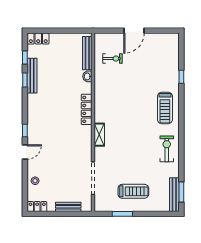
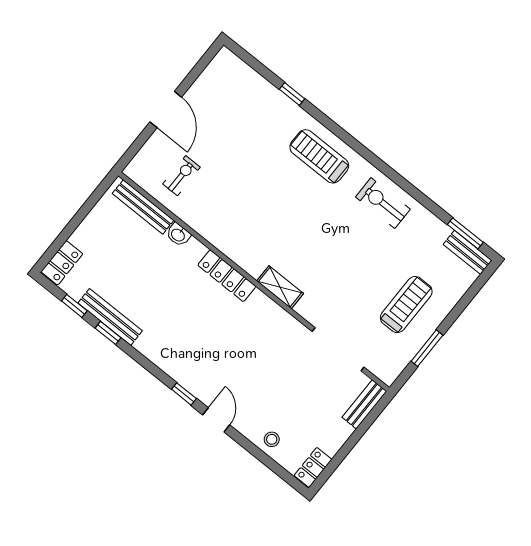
treadmill: (165, 108) -> (319, 156), turned 180
bench: (174, 195) -> (468, 252), width x0.73
bench: (68, 207) -> (364, 404), moved

